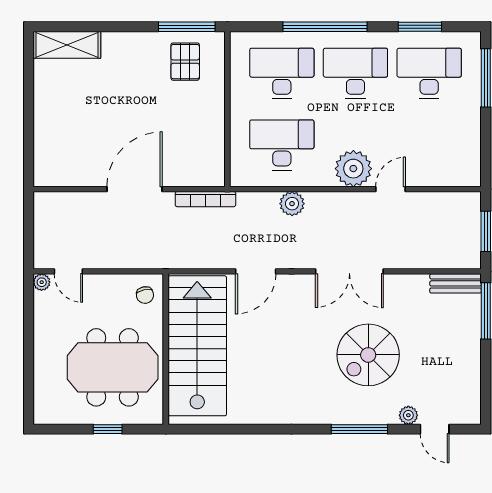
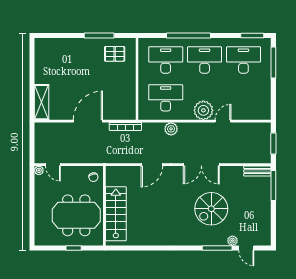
window: (187, 27) -> (99, 35), moved
window: (420, 27) -> (252, 35), moved
shelving: (67, 45) -> (41, 102), moved, turned 90
pallet: (185, 62) -> (115, 54), turned 90
stairs: (197, 346) -> (116, 214), width x0.73, depth x0.66
window: (359, 429) -> (217, 248), moved

